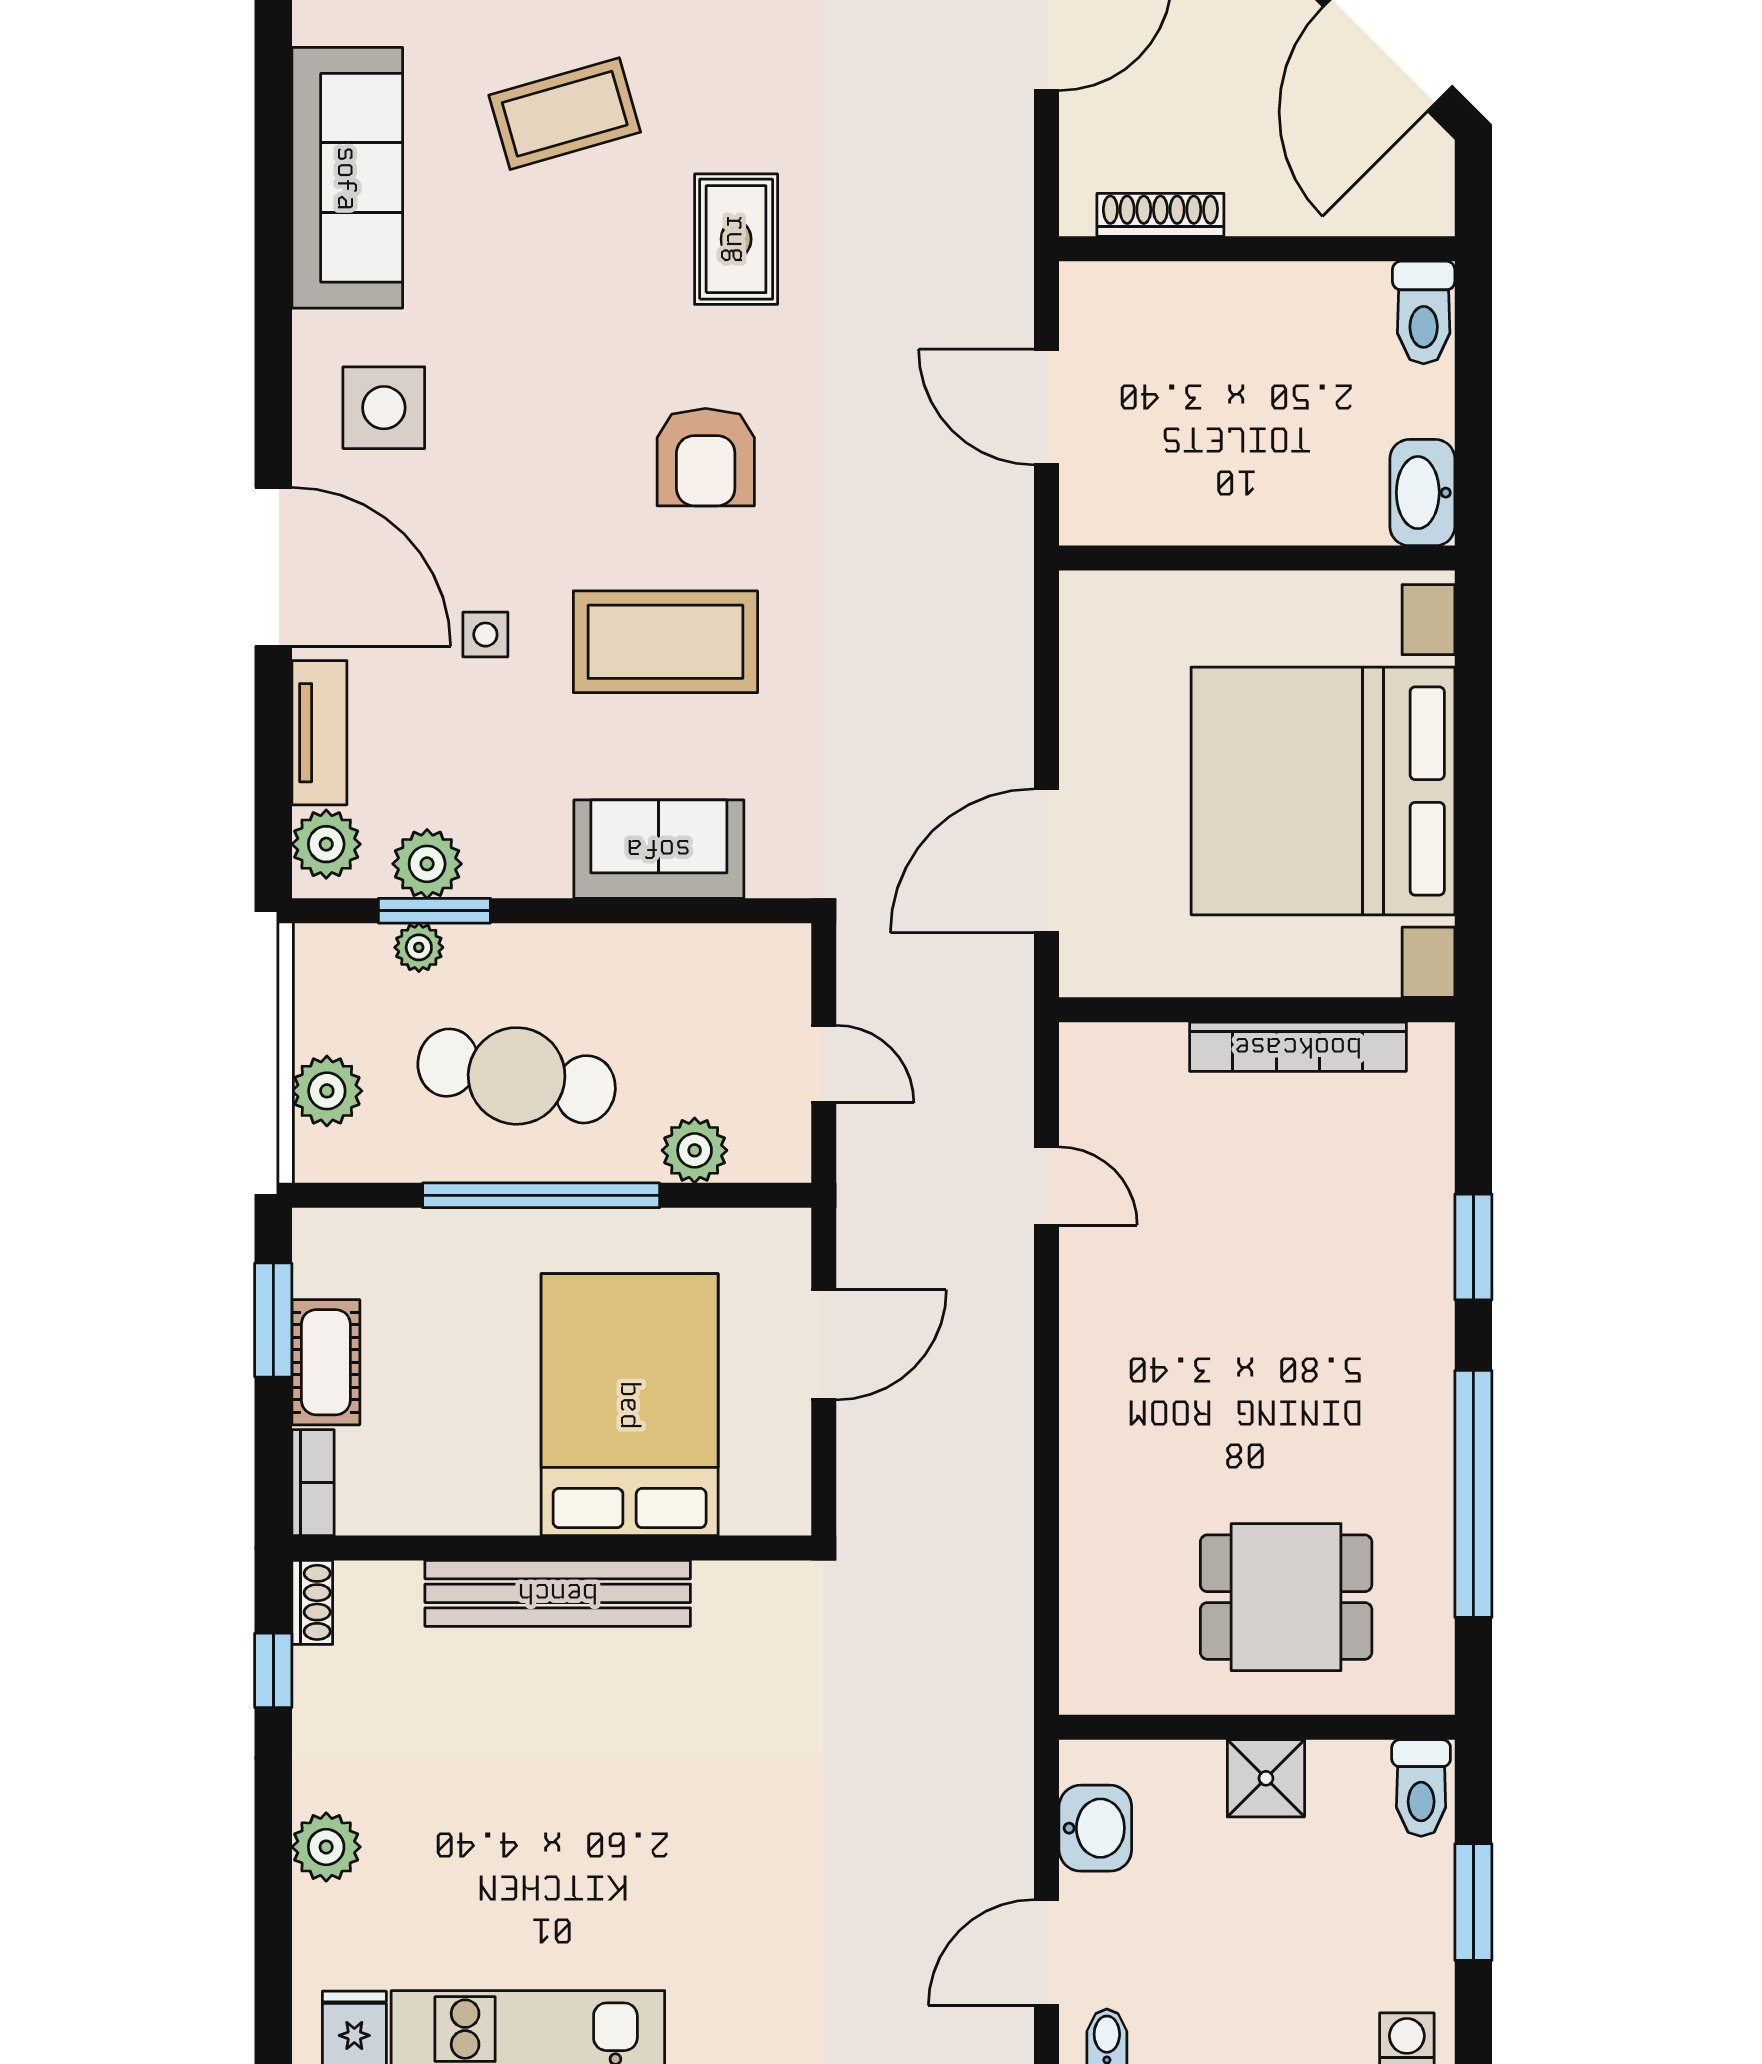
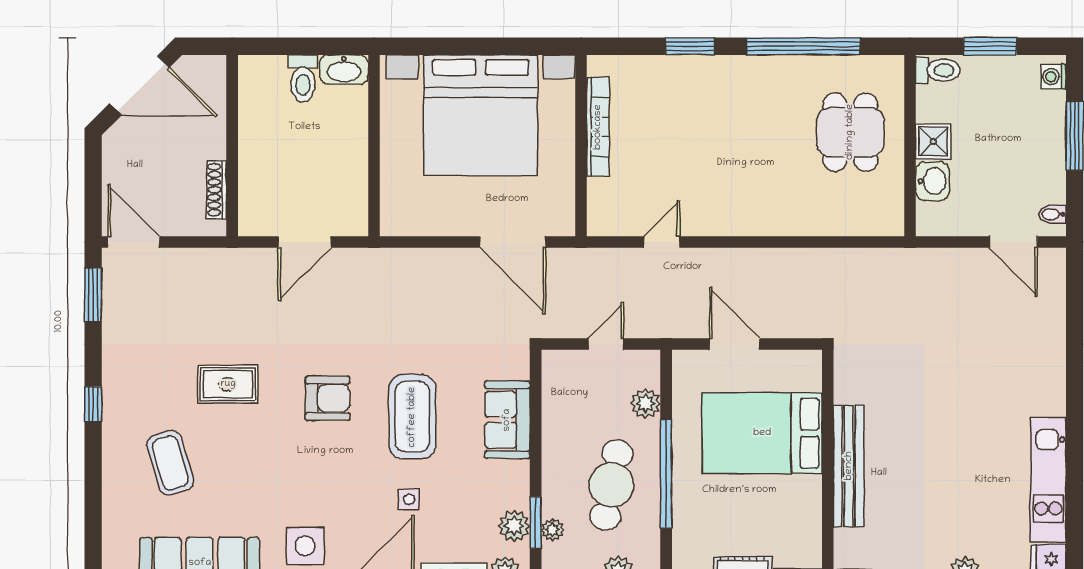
toilet: (1424, 313) -> (303, 78), moved, turned 90
washbasin: (1095, 1828) -> (932, 181), moved, turned 90

